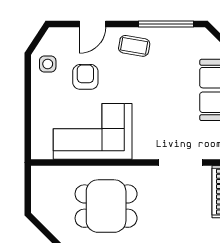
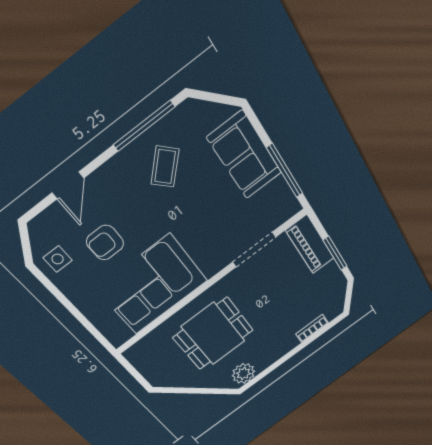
coffee table: (134, 46) -> (165, 167), moved, turned -55
armchair: (85, 77) -> (105, 243), turned -90

